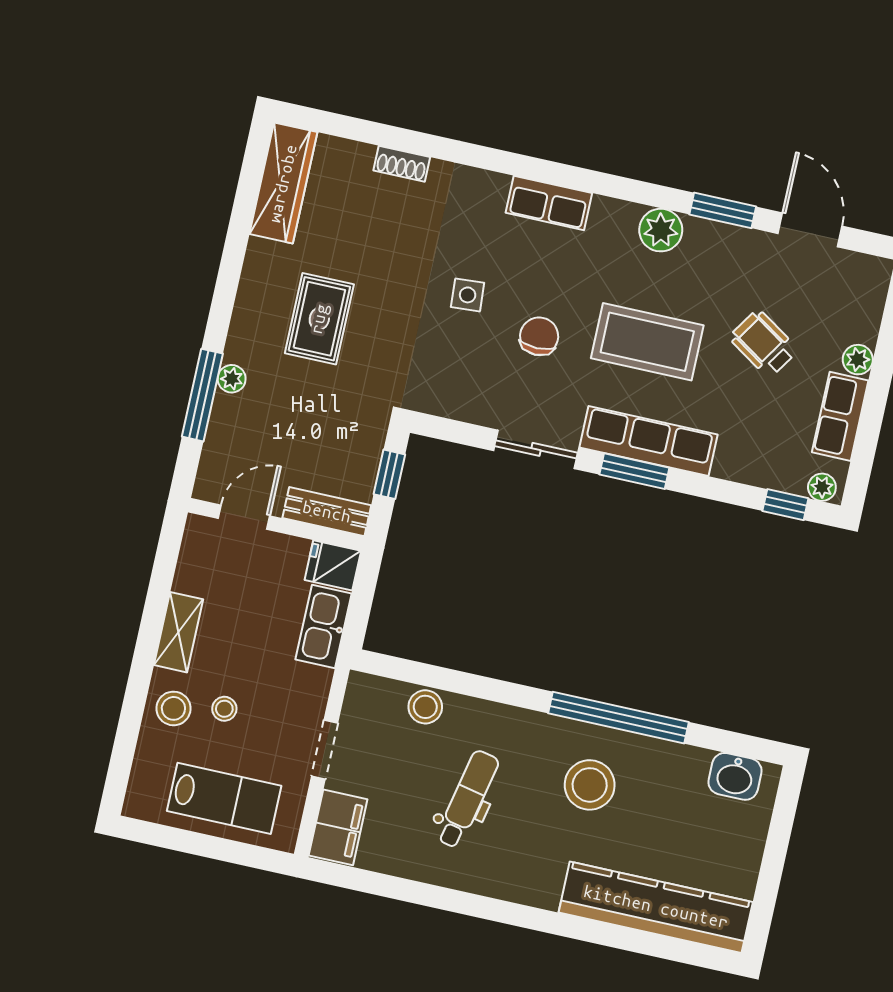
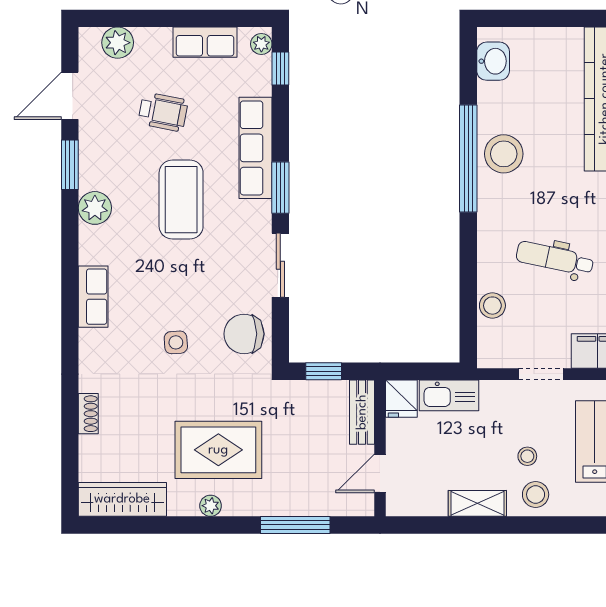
rug: (319, 319) -> (218, 450), width x1.36, depth x1.43
chair: (539, 336) -> (244, 334), moved, width x1.37, depth x1.37
wheelchair: (764, 344) -> (163, 112), turned -112
plant: (858, 360) -> (118, 43), moved, width x1.38, depth x1.38
plant: (232, 379) -> (211, 506), moved
row of seats: (649, 441) -> (255, 148), moved
door: (244, 517) -> (380, 473), hinge flipped
stool: (590, 785) -> (504, 154), moved

